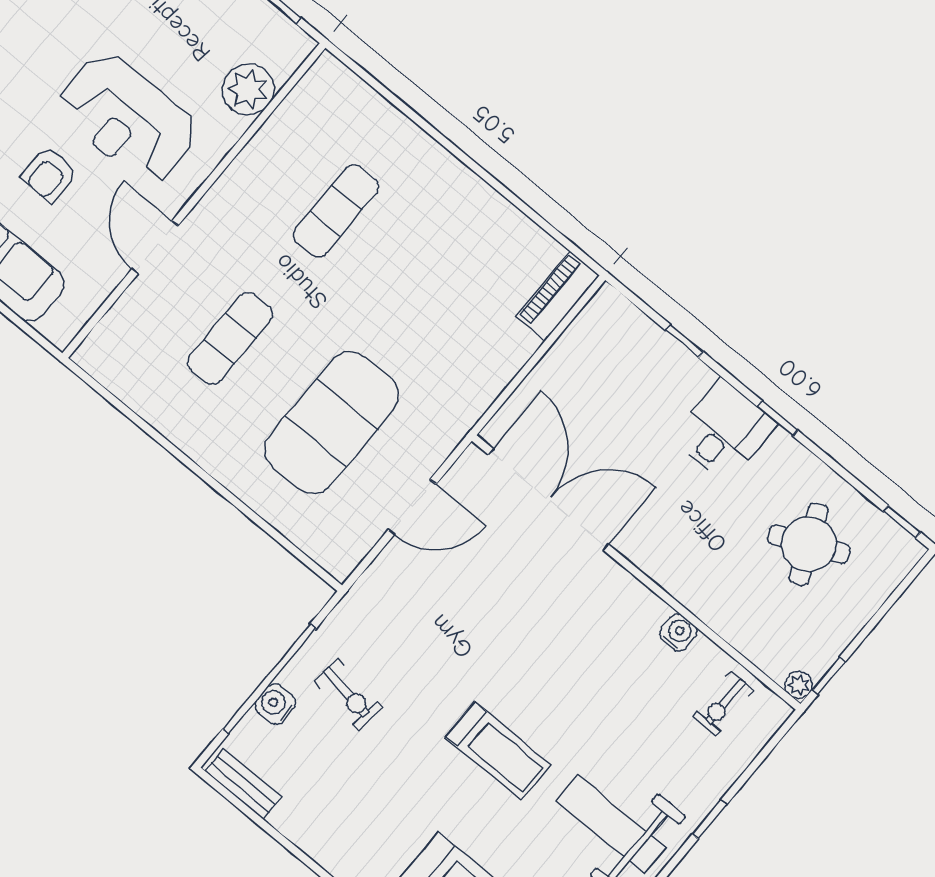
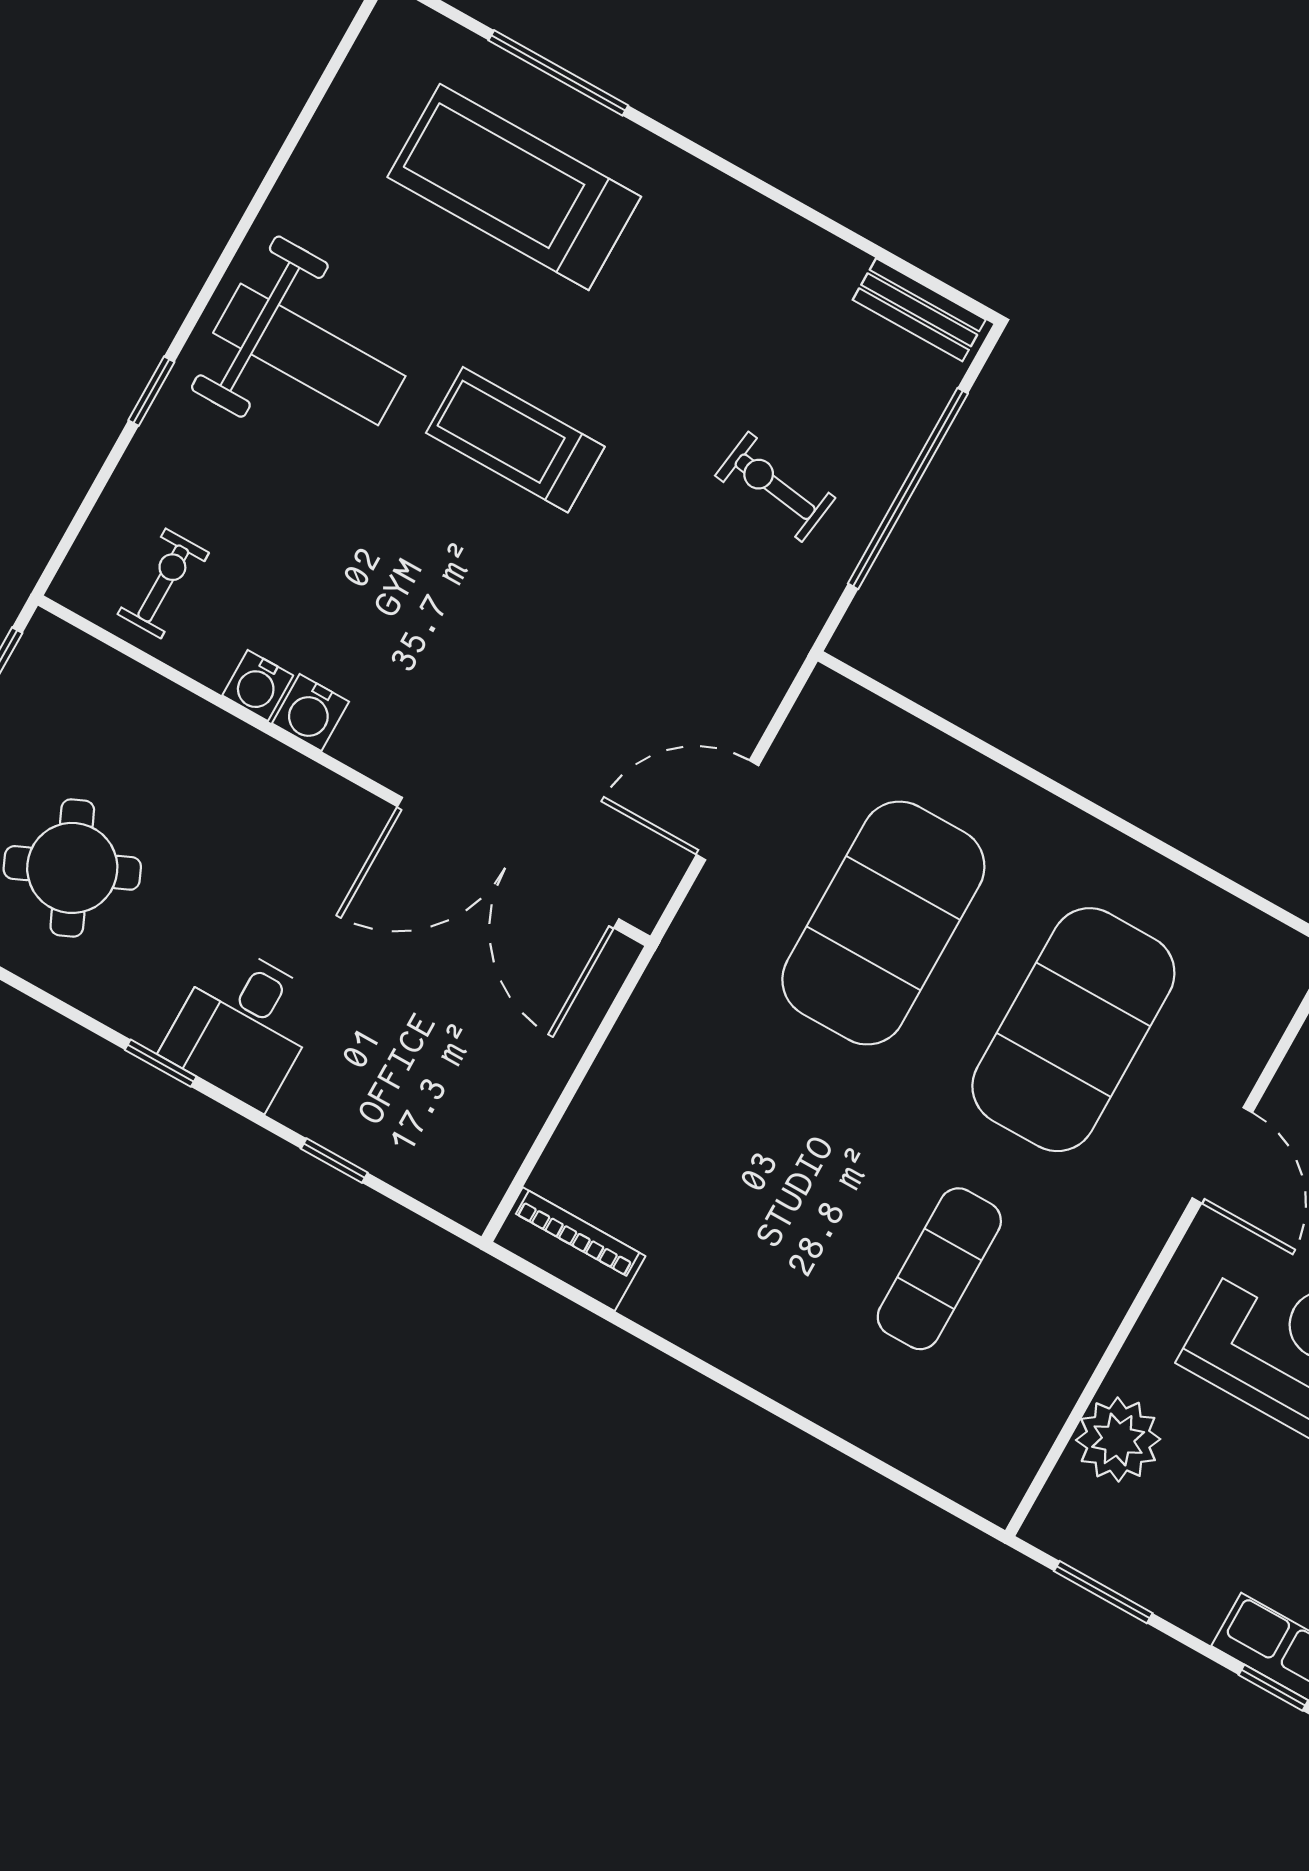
piano: (558, 296) -> (569, 1249), moved, turned -90
exercise mat: (230, 338) -> (1073, 1030), width x2.00, depth x1.45
plant: (799, 685) -> (46, 636), removed
water cooler: (275, 704) -> (311, 713), moved, turned 90

